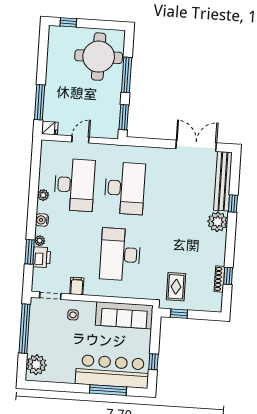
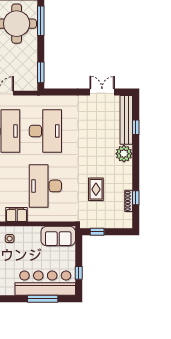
window: (127, 75) -> (41, 21), moved
double door: (196, 146) -> (102, 92), width x0.73
window: (233, 204) -> (136, 127), moved
filing cabinet: (77, 286) -> (17, 215), width x2.00
rug: (176, 287) -> (96, 189), moved
sofa: (124, 315) -> (58, 236), width x0.73

